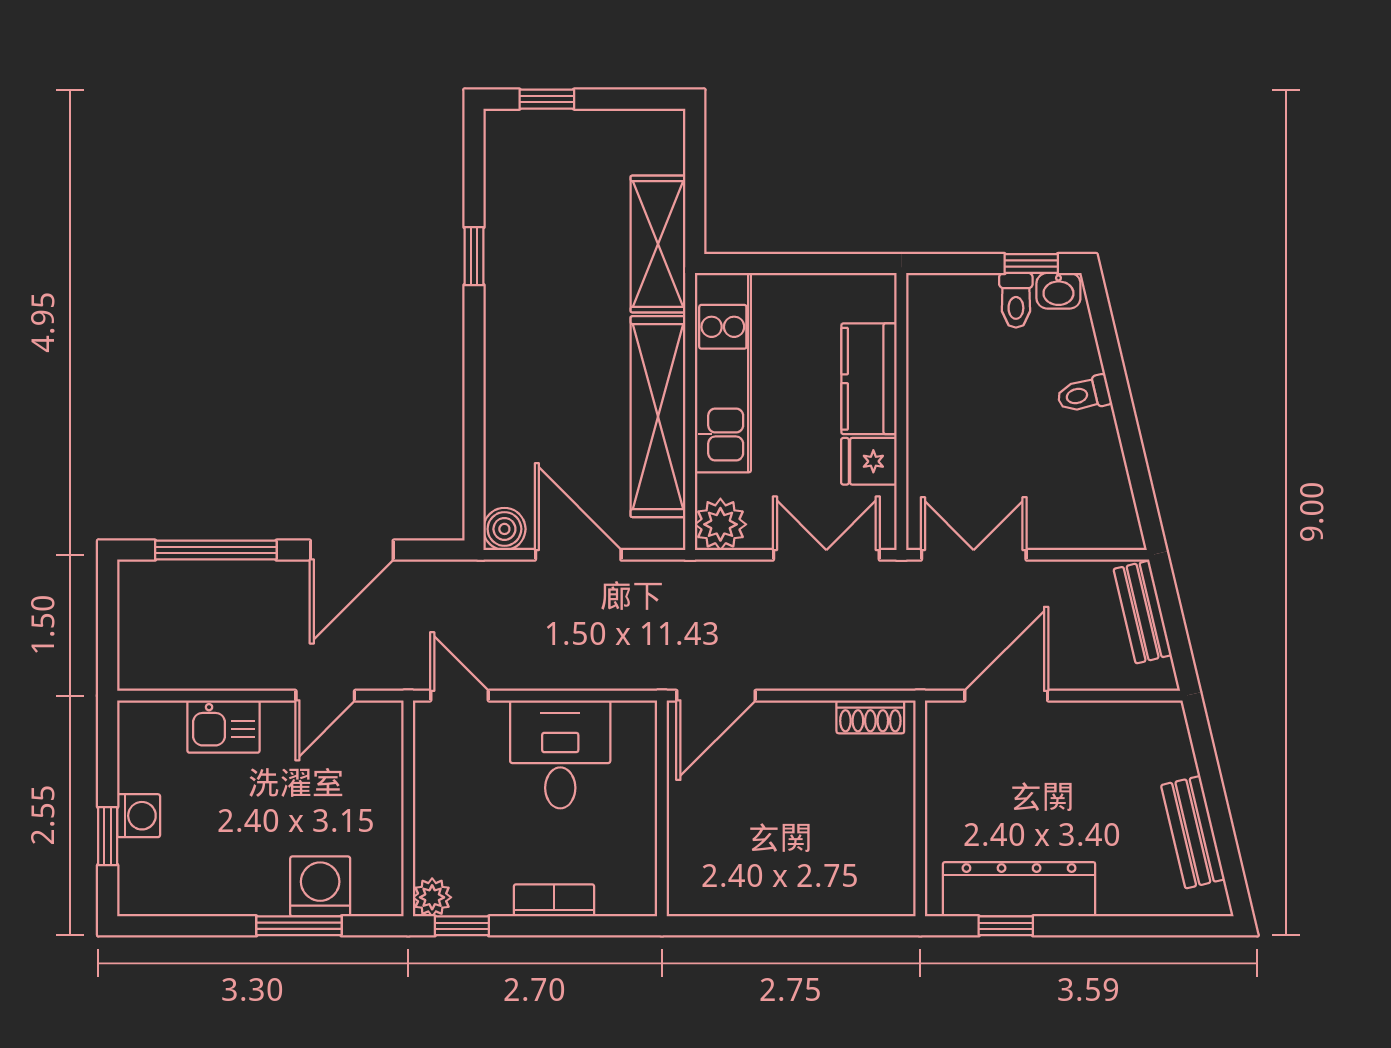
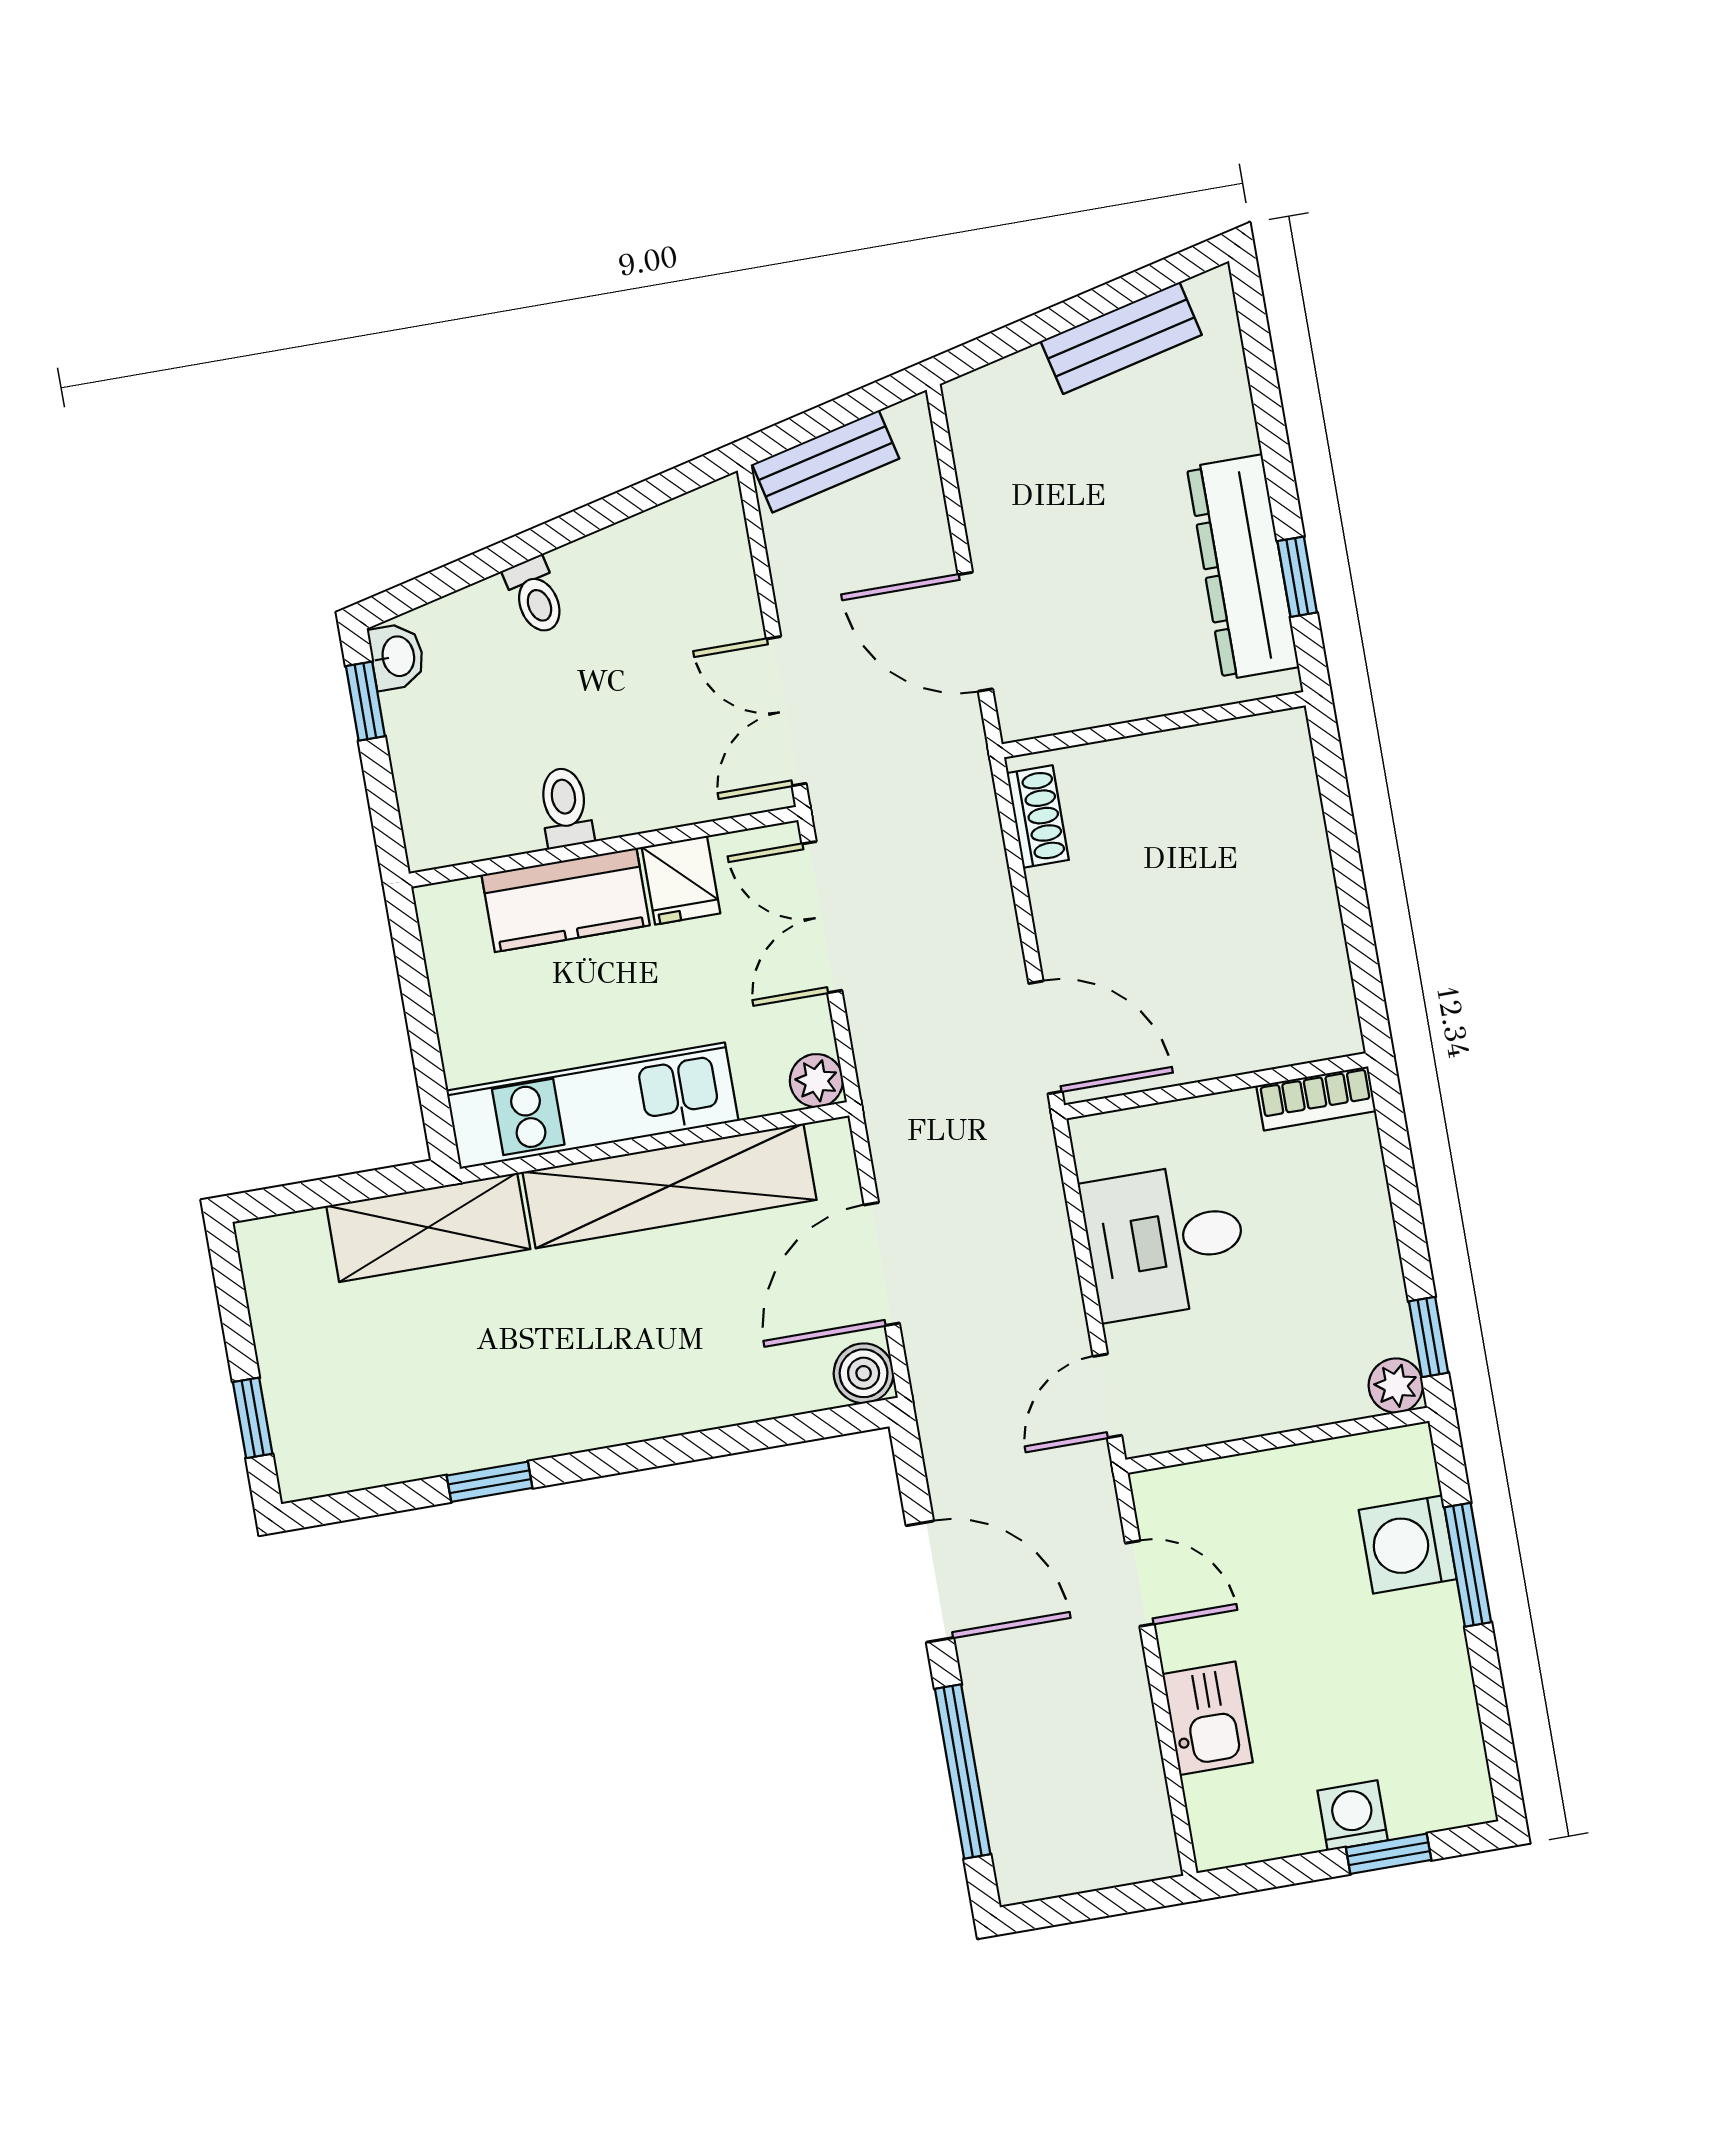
toilet: (1016, 300) -> (565, 807), moved, turned -90
plant: (720, 524) -> (816, 1081), width x0.73, depth x0.73
bookcase: (554, 900) -> (1316, 1098), moved, turned -90

